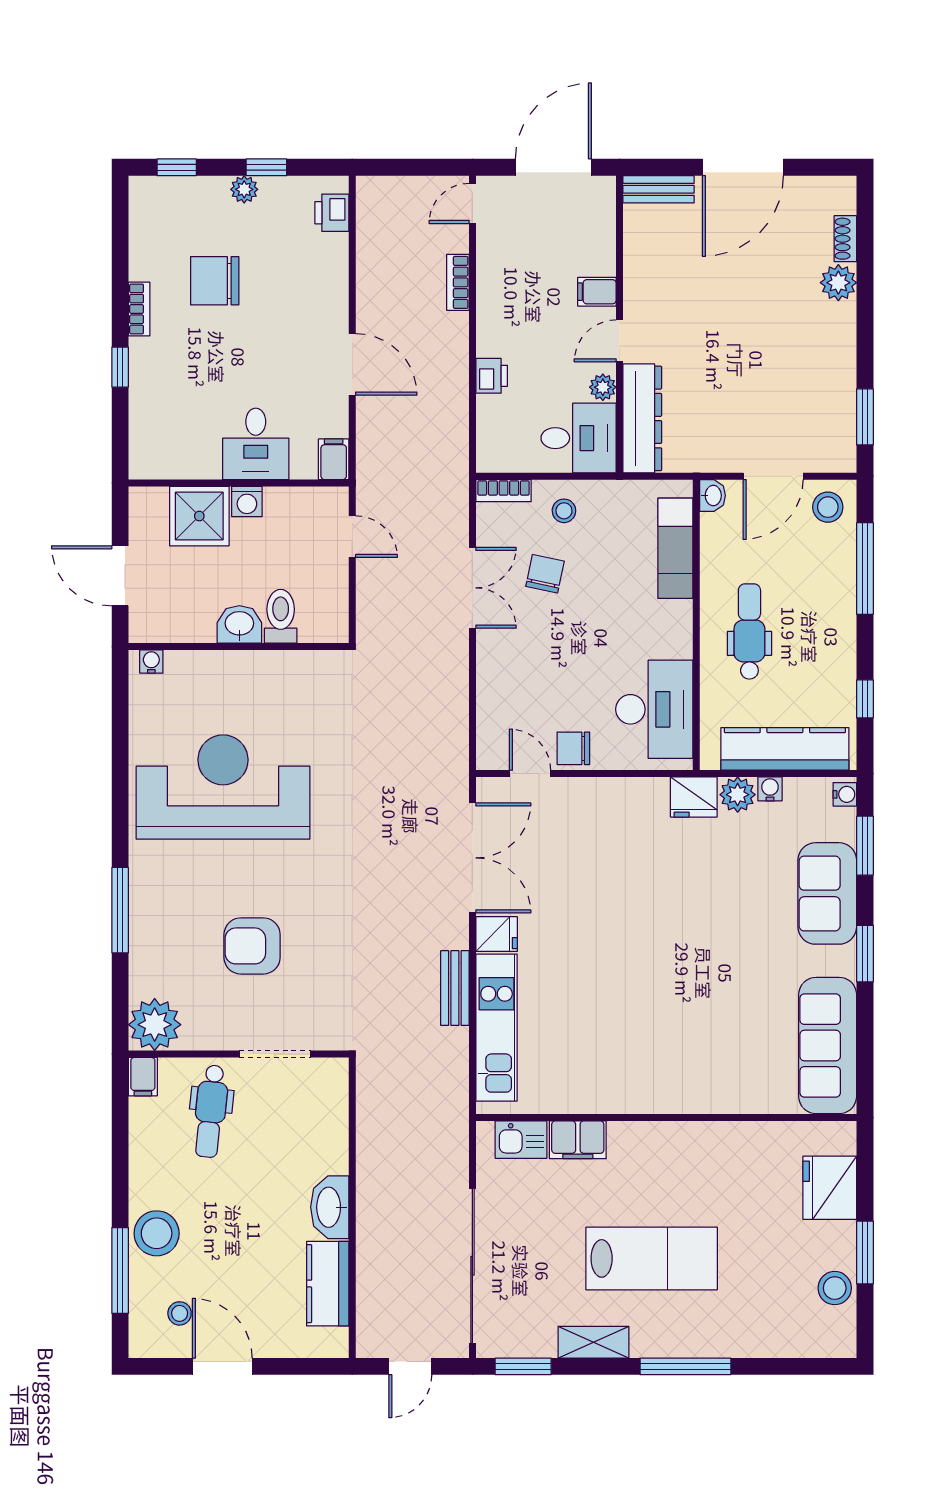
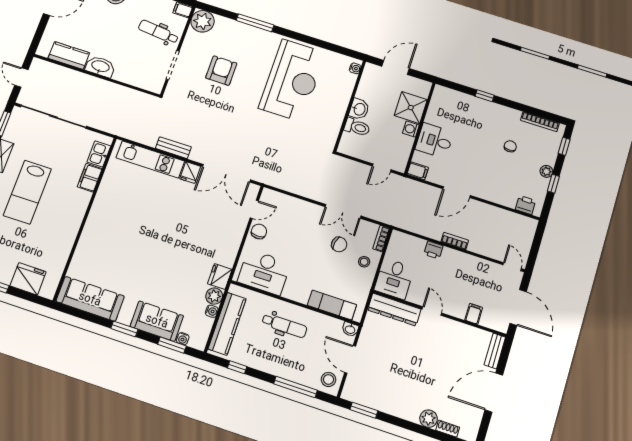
door: (743, 167) -> (494, 393), hinge flipped
chair: (215, 281) -> (510, 146), width x0.54, depth x0.54
bookcase: (458, 282) -> (455, 241), moved
filing cabinet: (597, 292) -> (474, 314), moved
bookcase: (139, 309) -> (540, 122), moved, width x1.56
plant: (603, 387) -> (413, 297), removed
water cooler: (845, 794) -> (183, 339), moved

